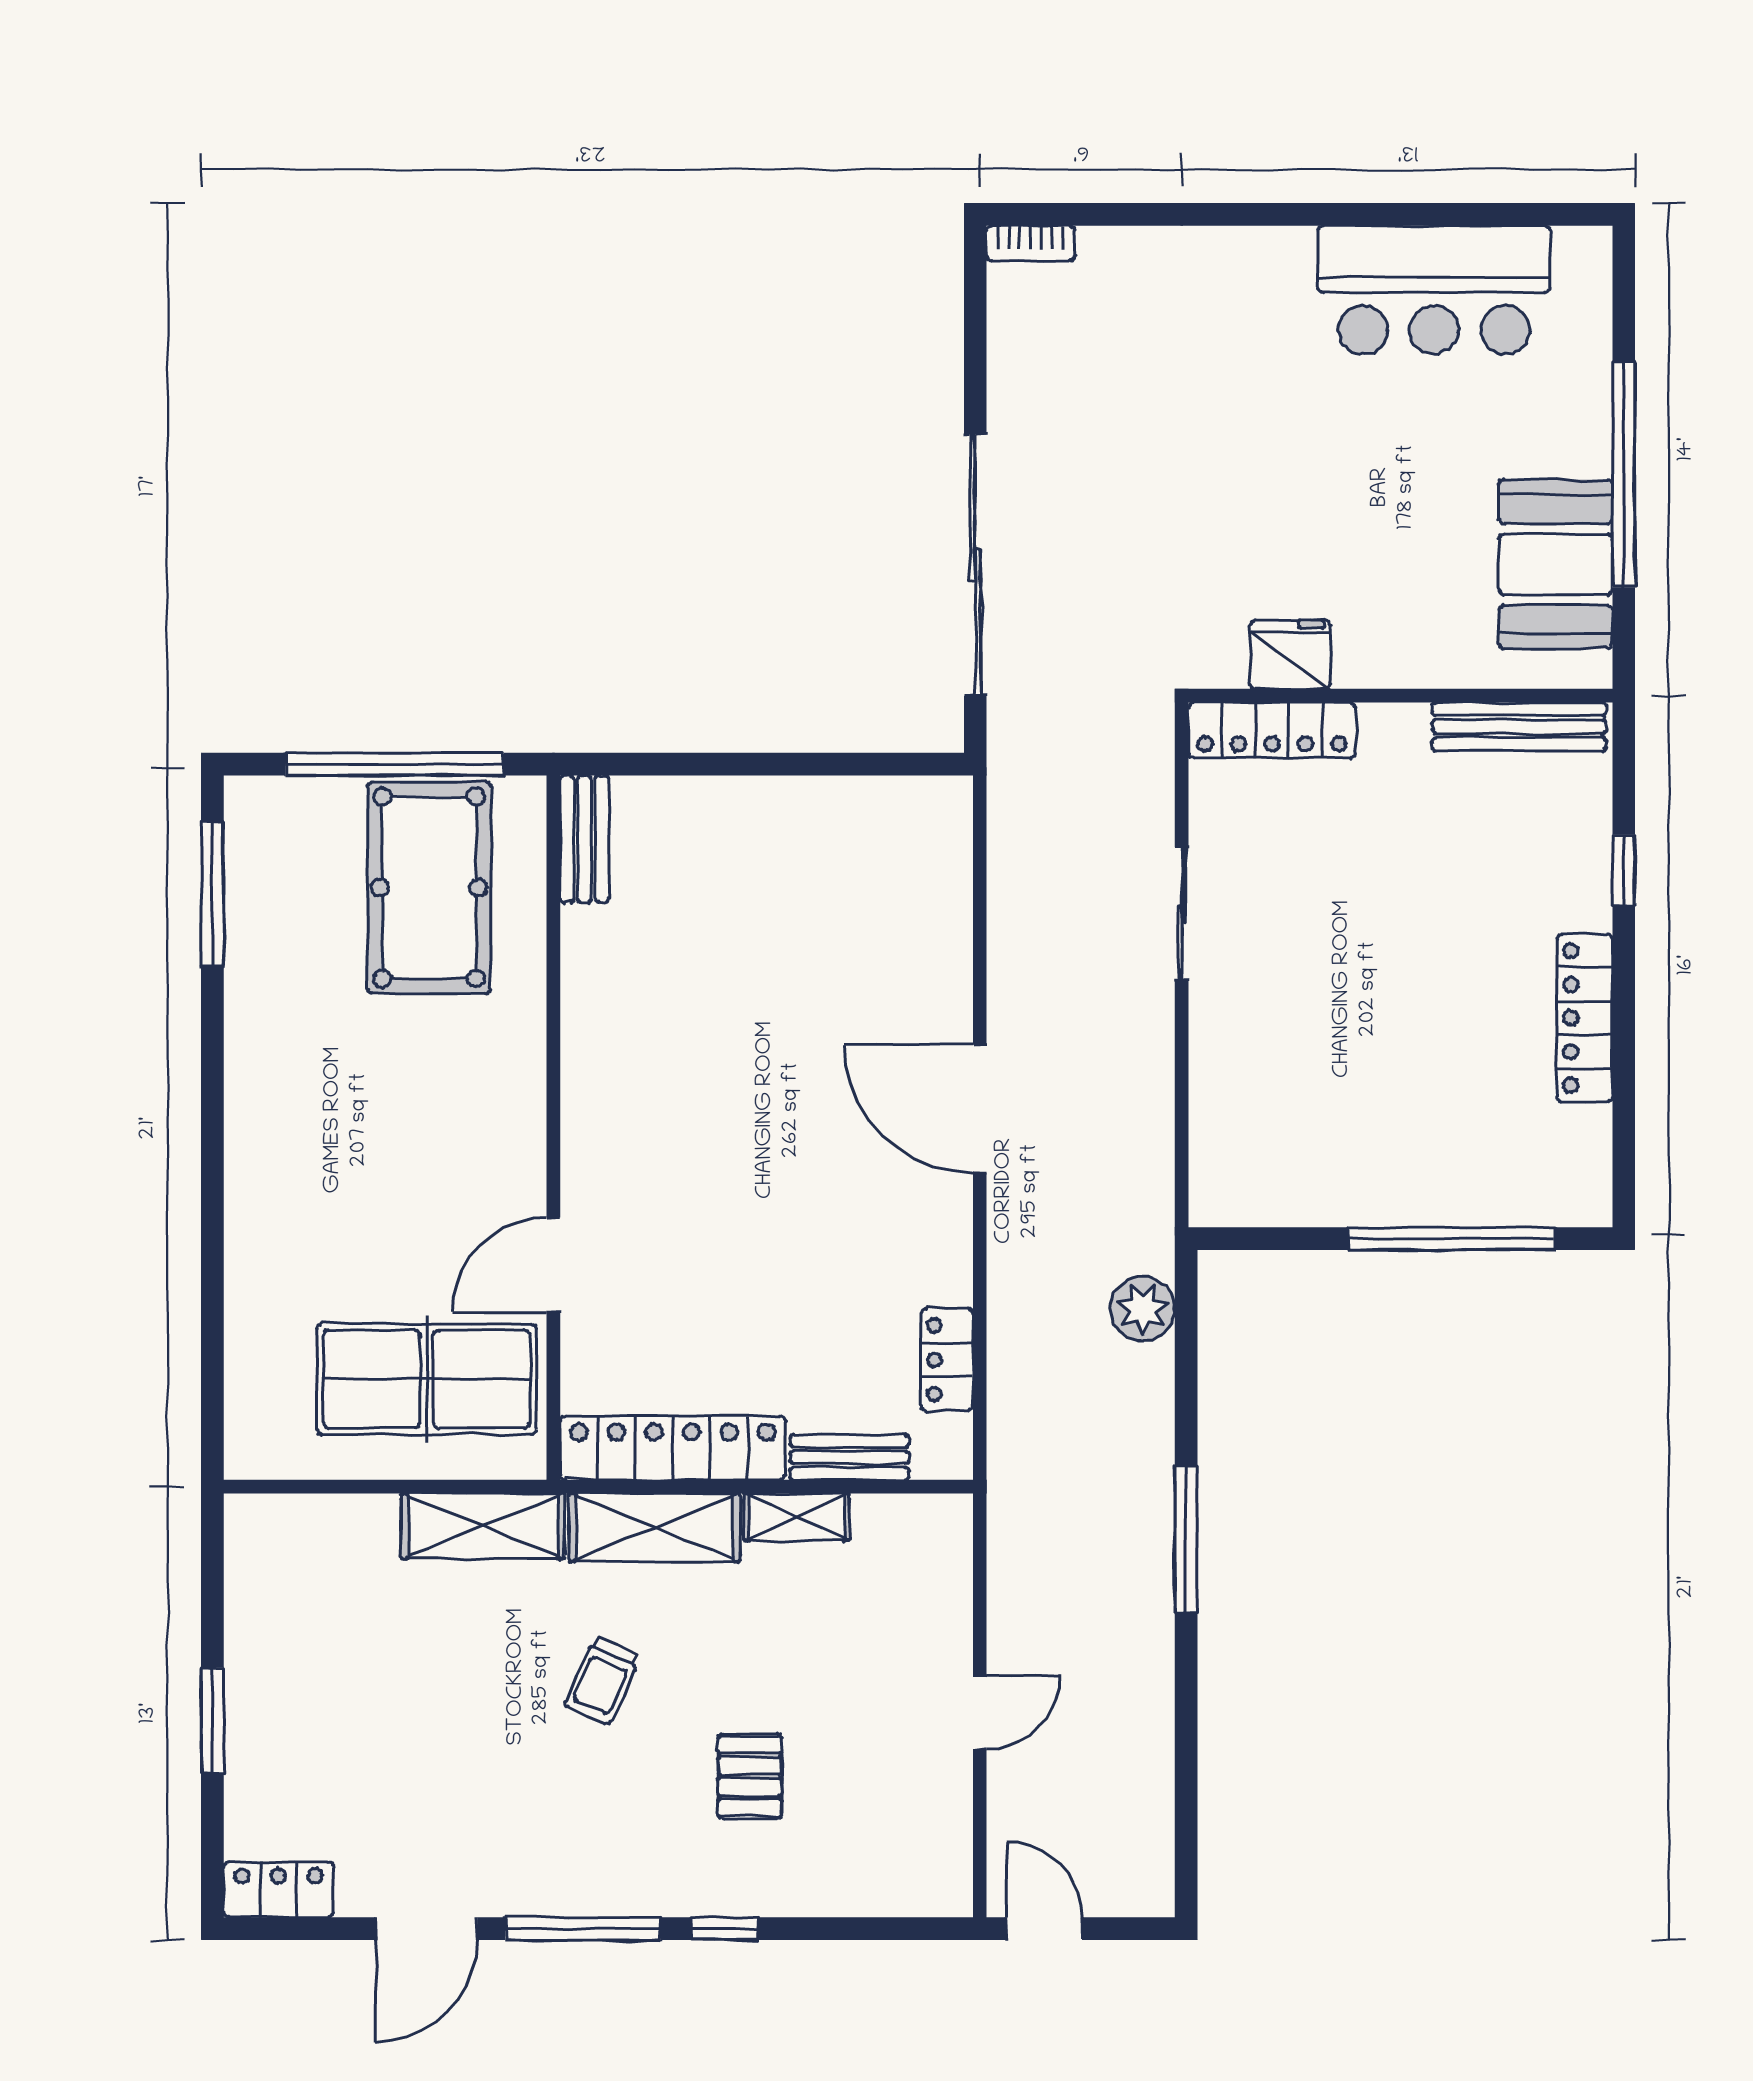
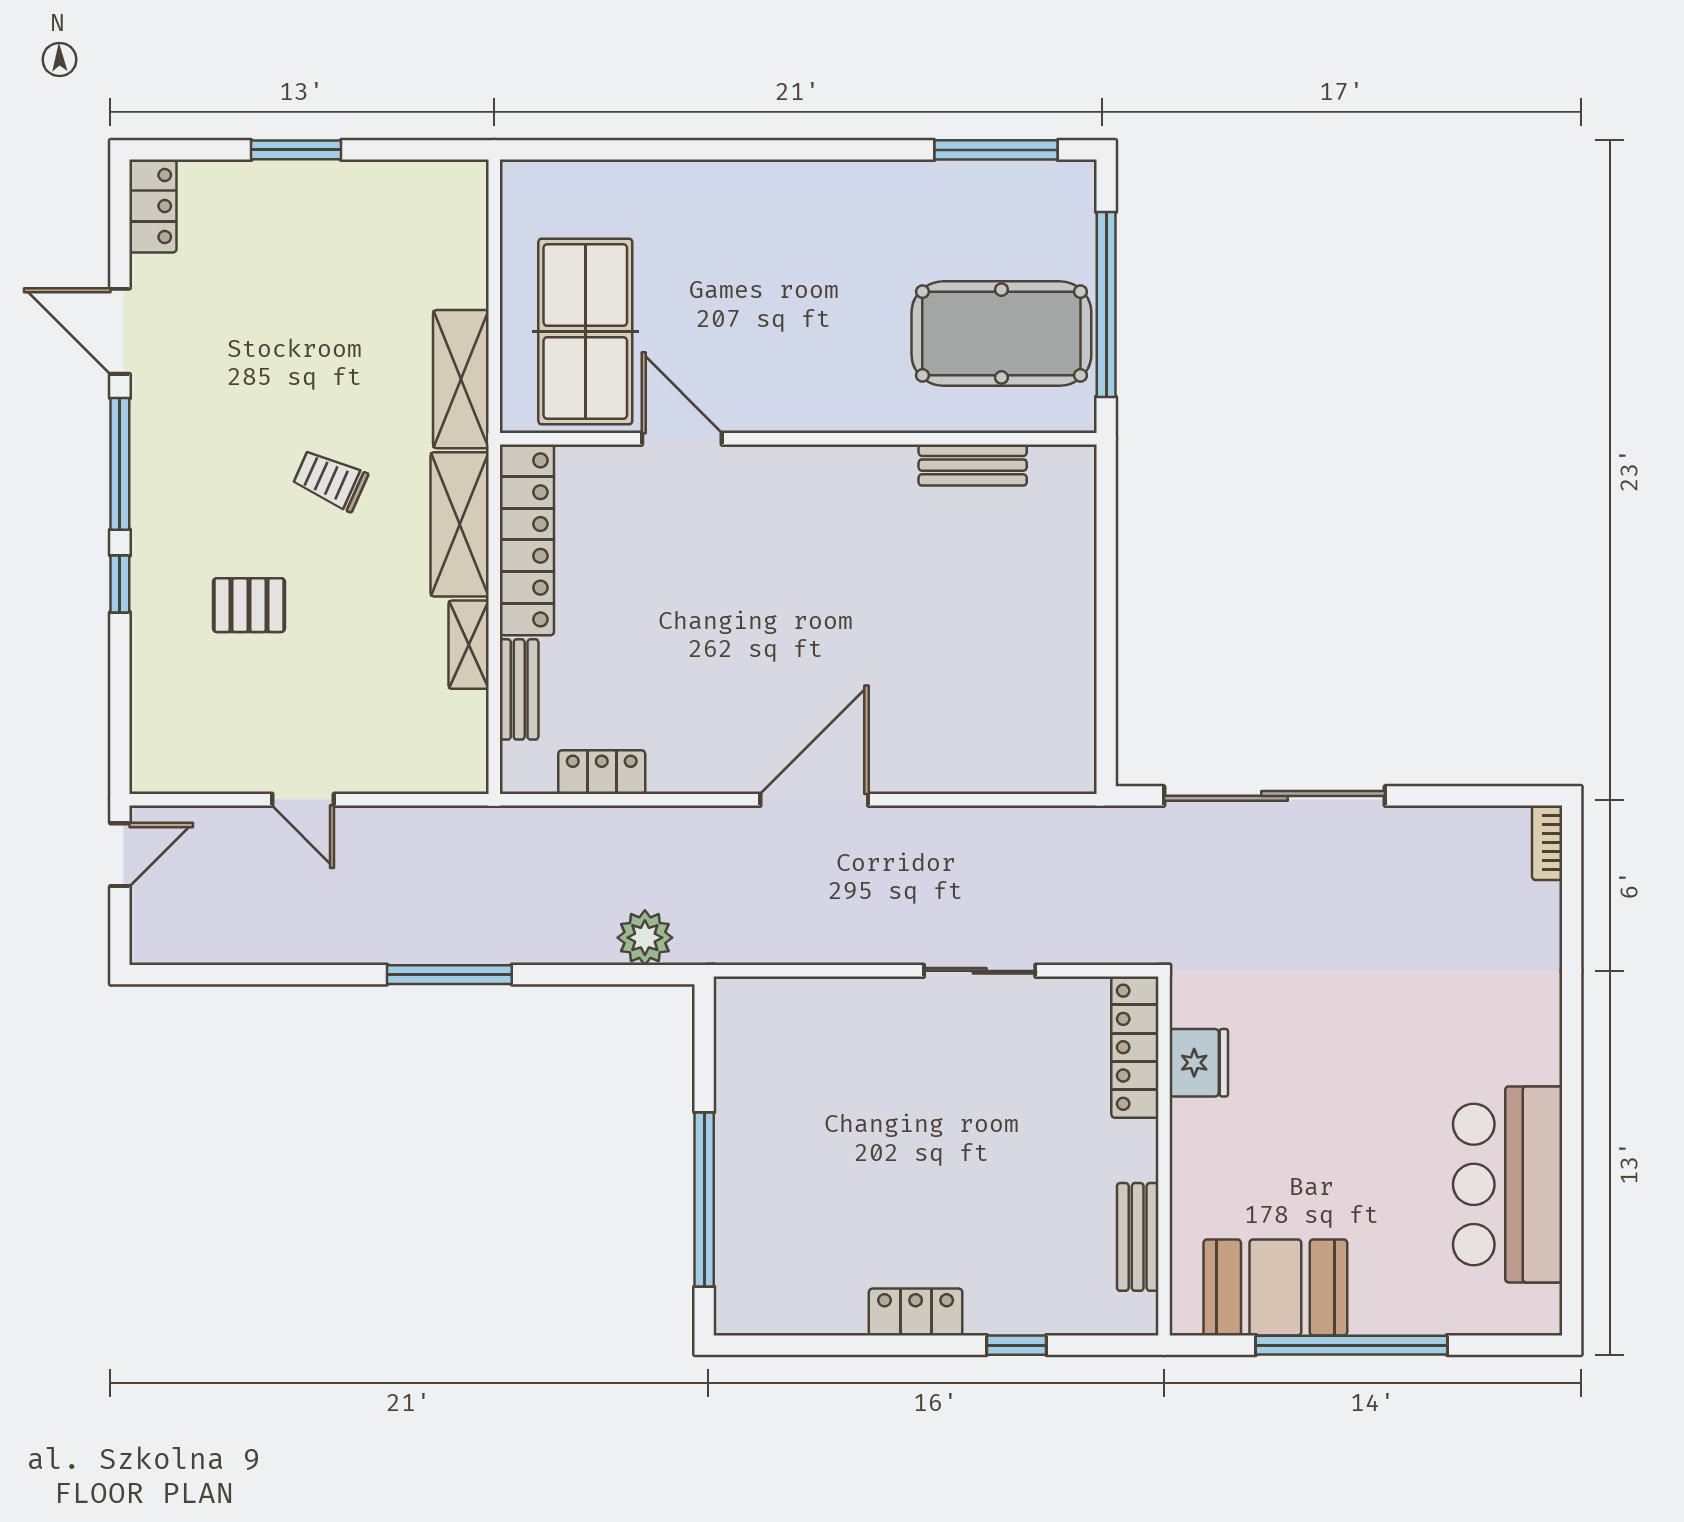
bench: (1519, 727) -> (1138, 1237), width x0.73
bench: (584, 839) -> (973, 465), moved
locker: (1585, 1018) -> (916, 1312), width x0.66

